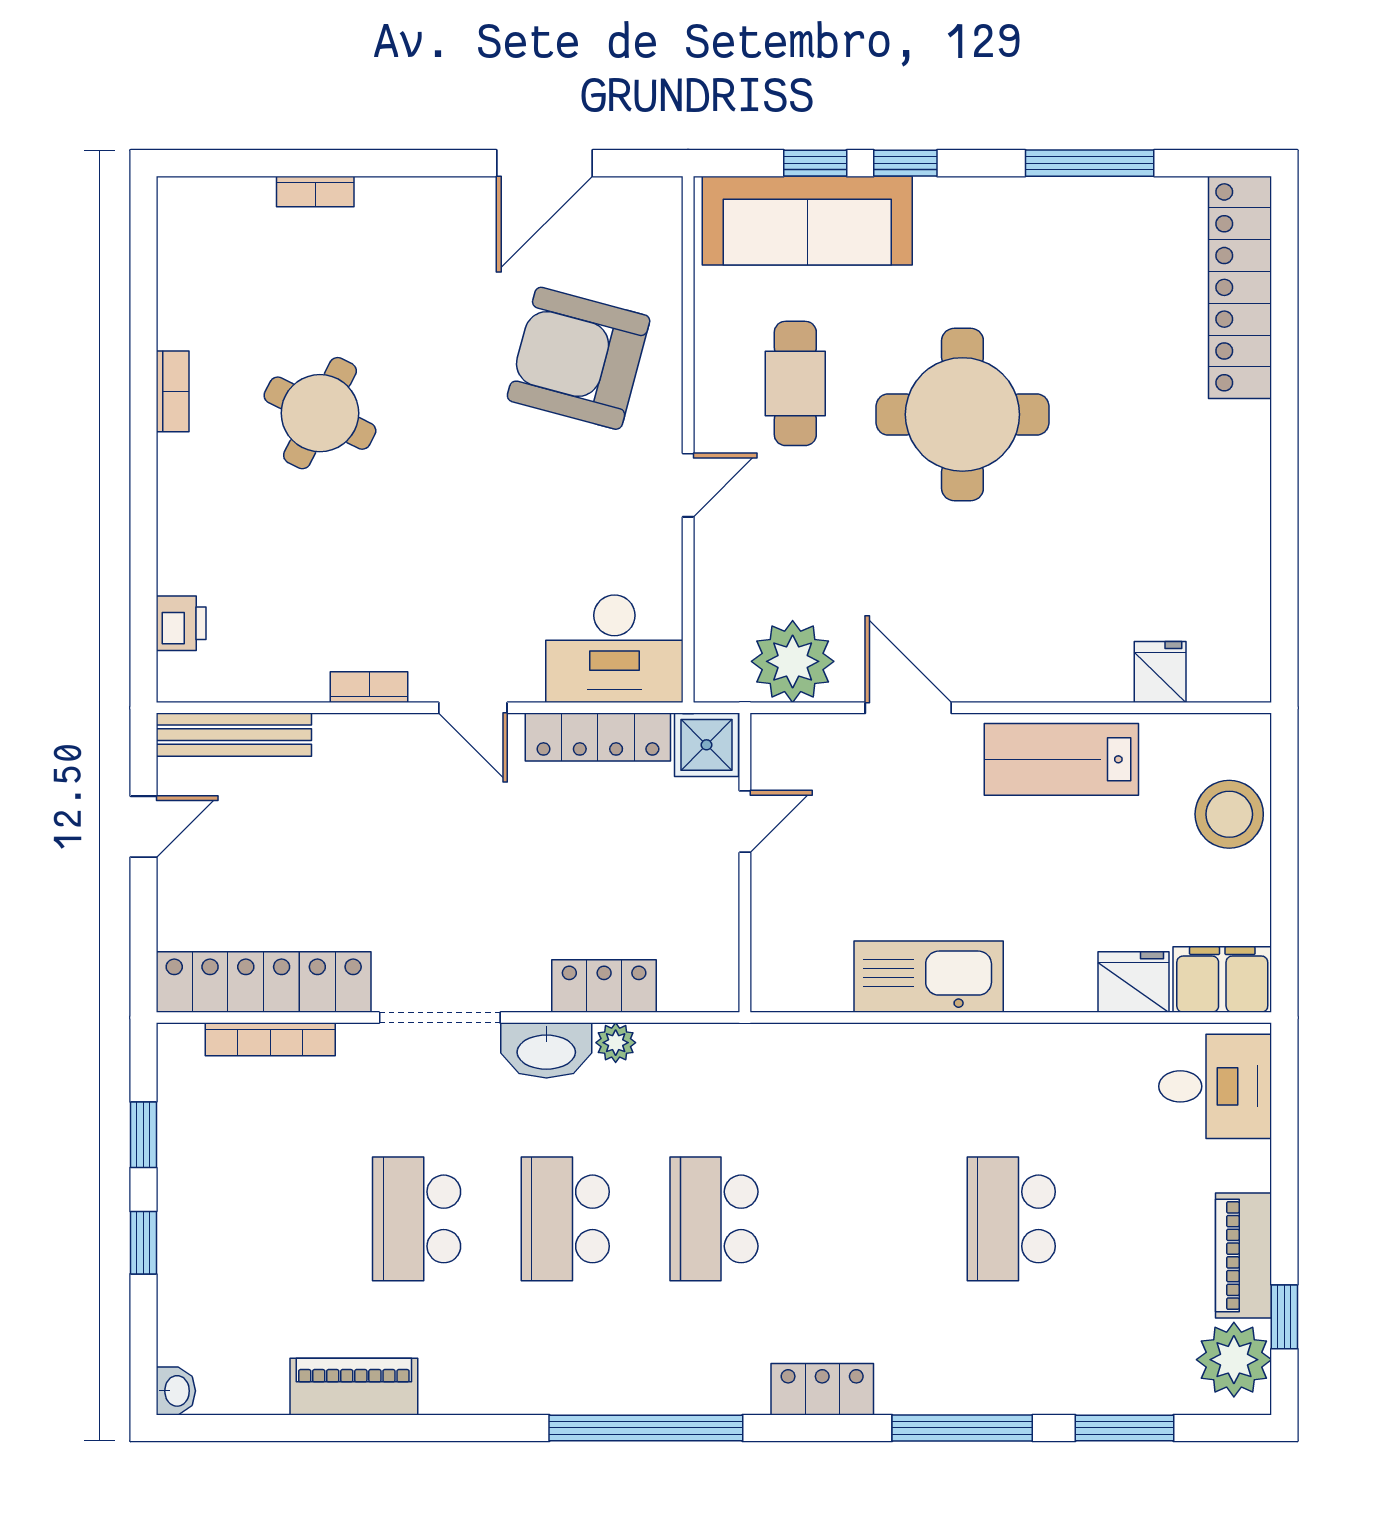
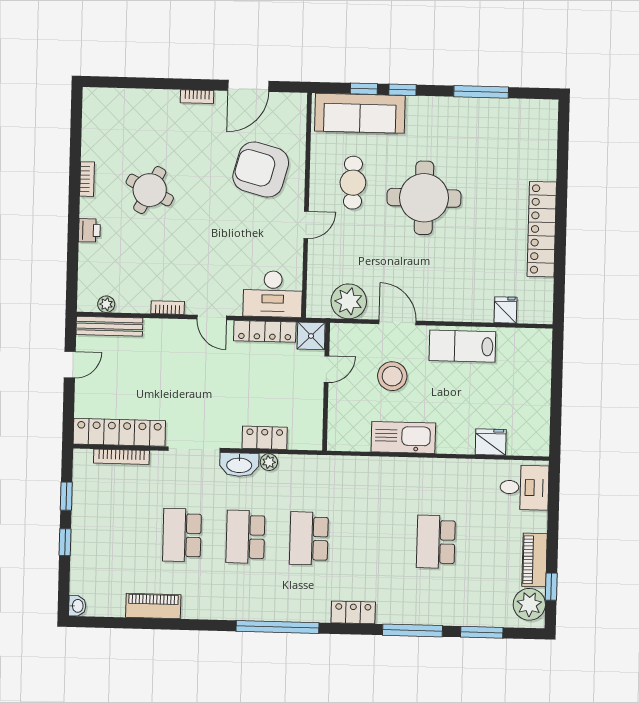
bookcase: (315, 192) -> (197, 97), moved
locker: (1240, 287) -> (542, 229), moved
printer: (181, 623) -> (89, 230), moved
plant: (225, 683) -> (106, 304), added
stool: (1229, 814) -> (392, 376), moved
filing cabinet: (1222, 980) -> (529, 442), removed

